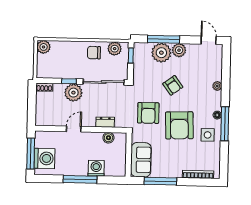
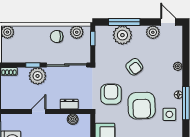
plant: (179, 50) -> (153, 32), moved
armchair: (148, 113) -> (111, 94), turned 180

